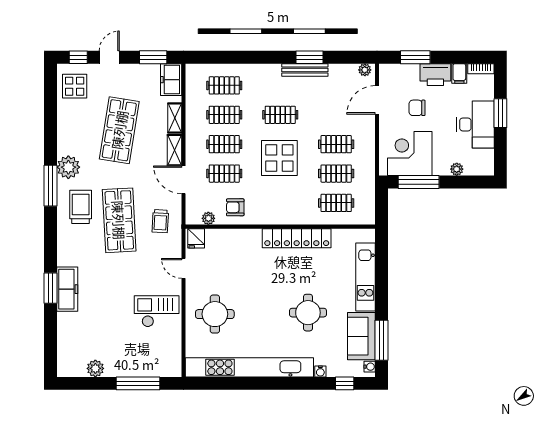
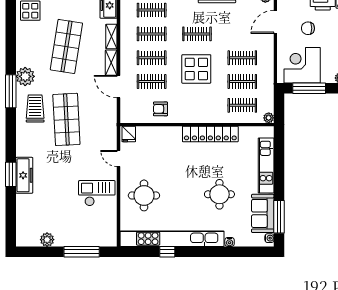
plant: (208, 218) -> (269, 118), moved
trolley: (160, 221) -> (100, 120), removed
window: (345, 383) -> (167, 252), moved

